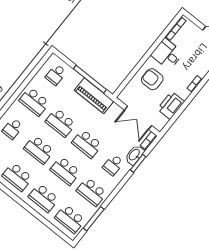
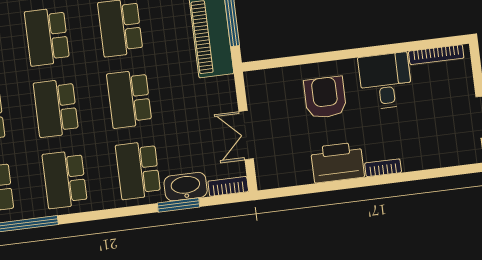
printer: (171, 105) -> (337, 162), moved
double door: (138, 118) -> (246, 135), width x0.73
school desk: (113, 165) -> (138, 170), width x1.85

